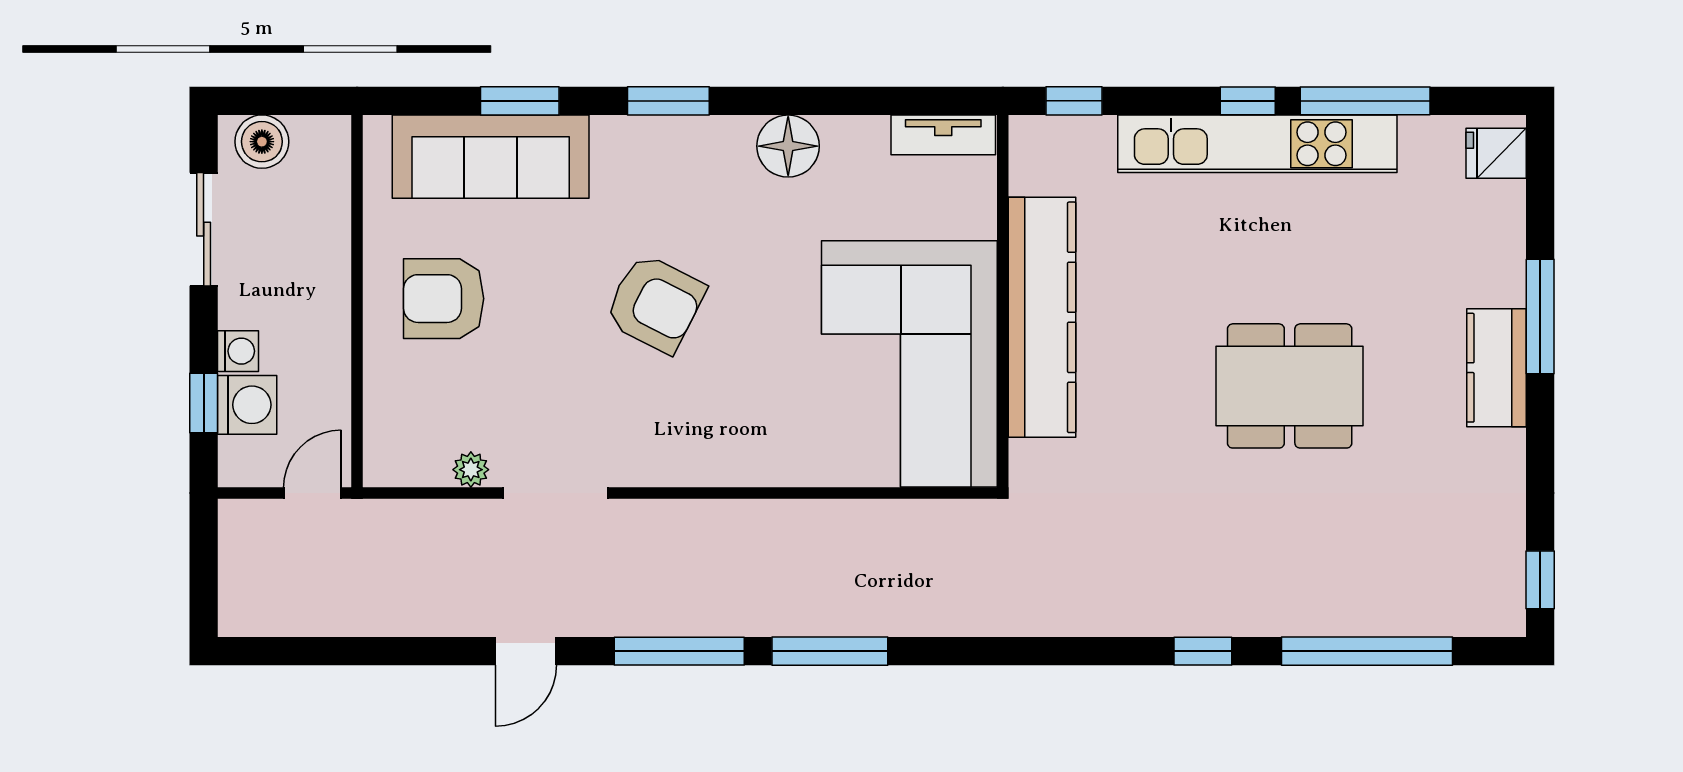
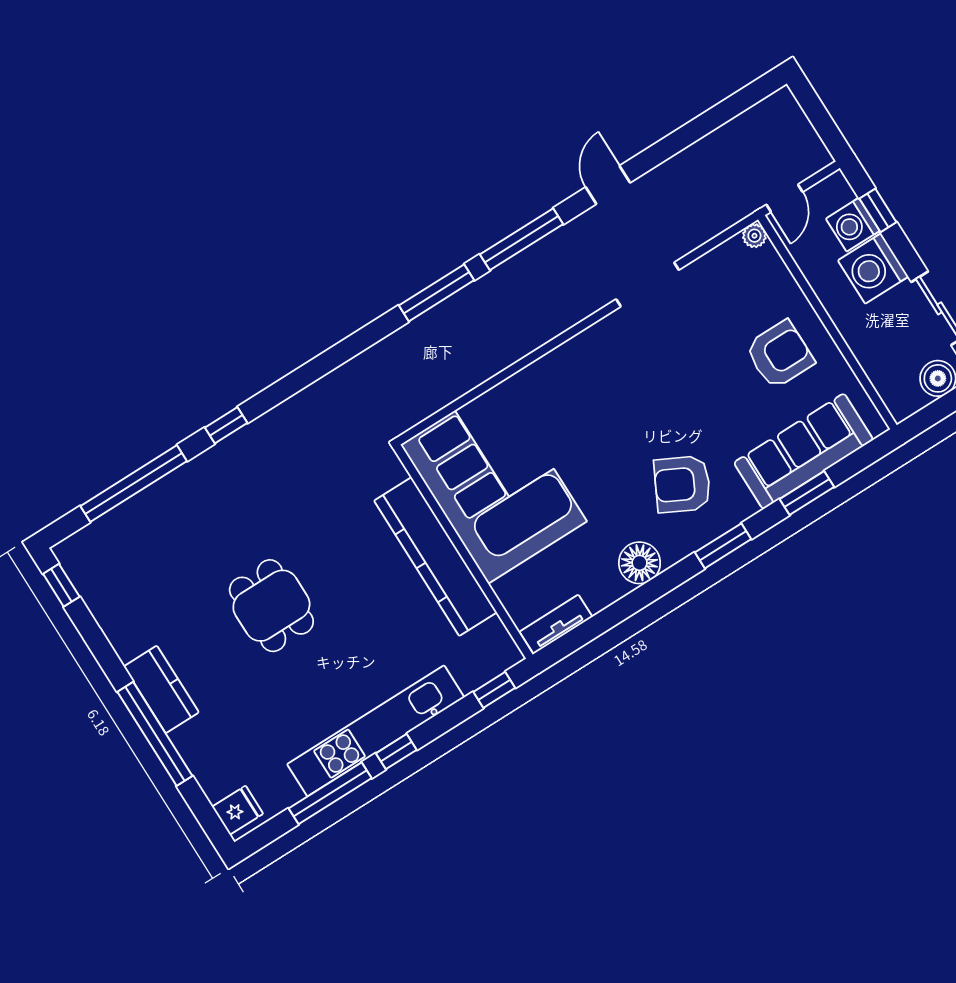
armchair: (655, 303) -> (682, 484), moved
window: (1540, 316) -> (155, 734), width x1.46
washing machine: (238, 351) -> (873, 269), width x1.89, depth x1.89
dining table: (1290, 386) -> (271, 606), width x0.73
plant: (471, 470) -> (754, 236), moved

